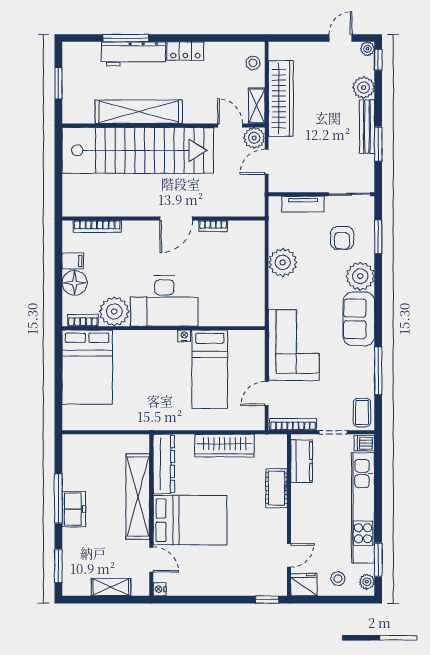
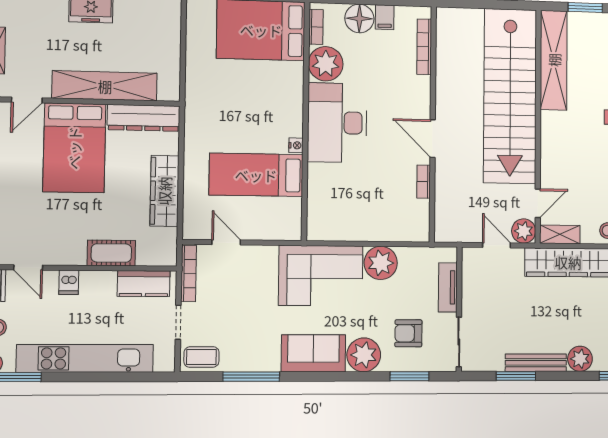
shelving: (139, 112) -> (554, 60), moved
corner sofa: (294, 345) -> (321, 276), moved
dishwasher: (364, 443) -> (69, 282), moved, turned 180

